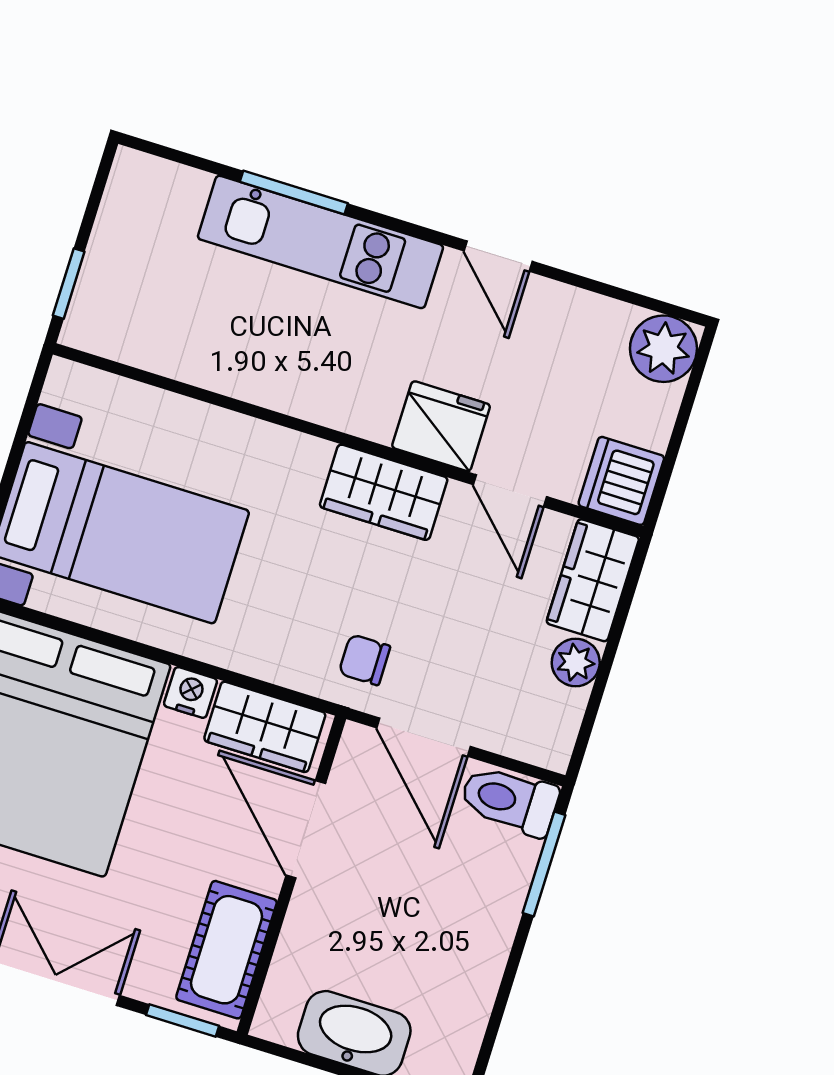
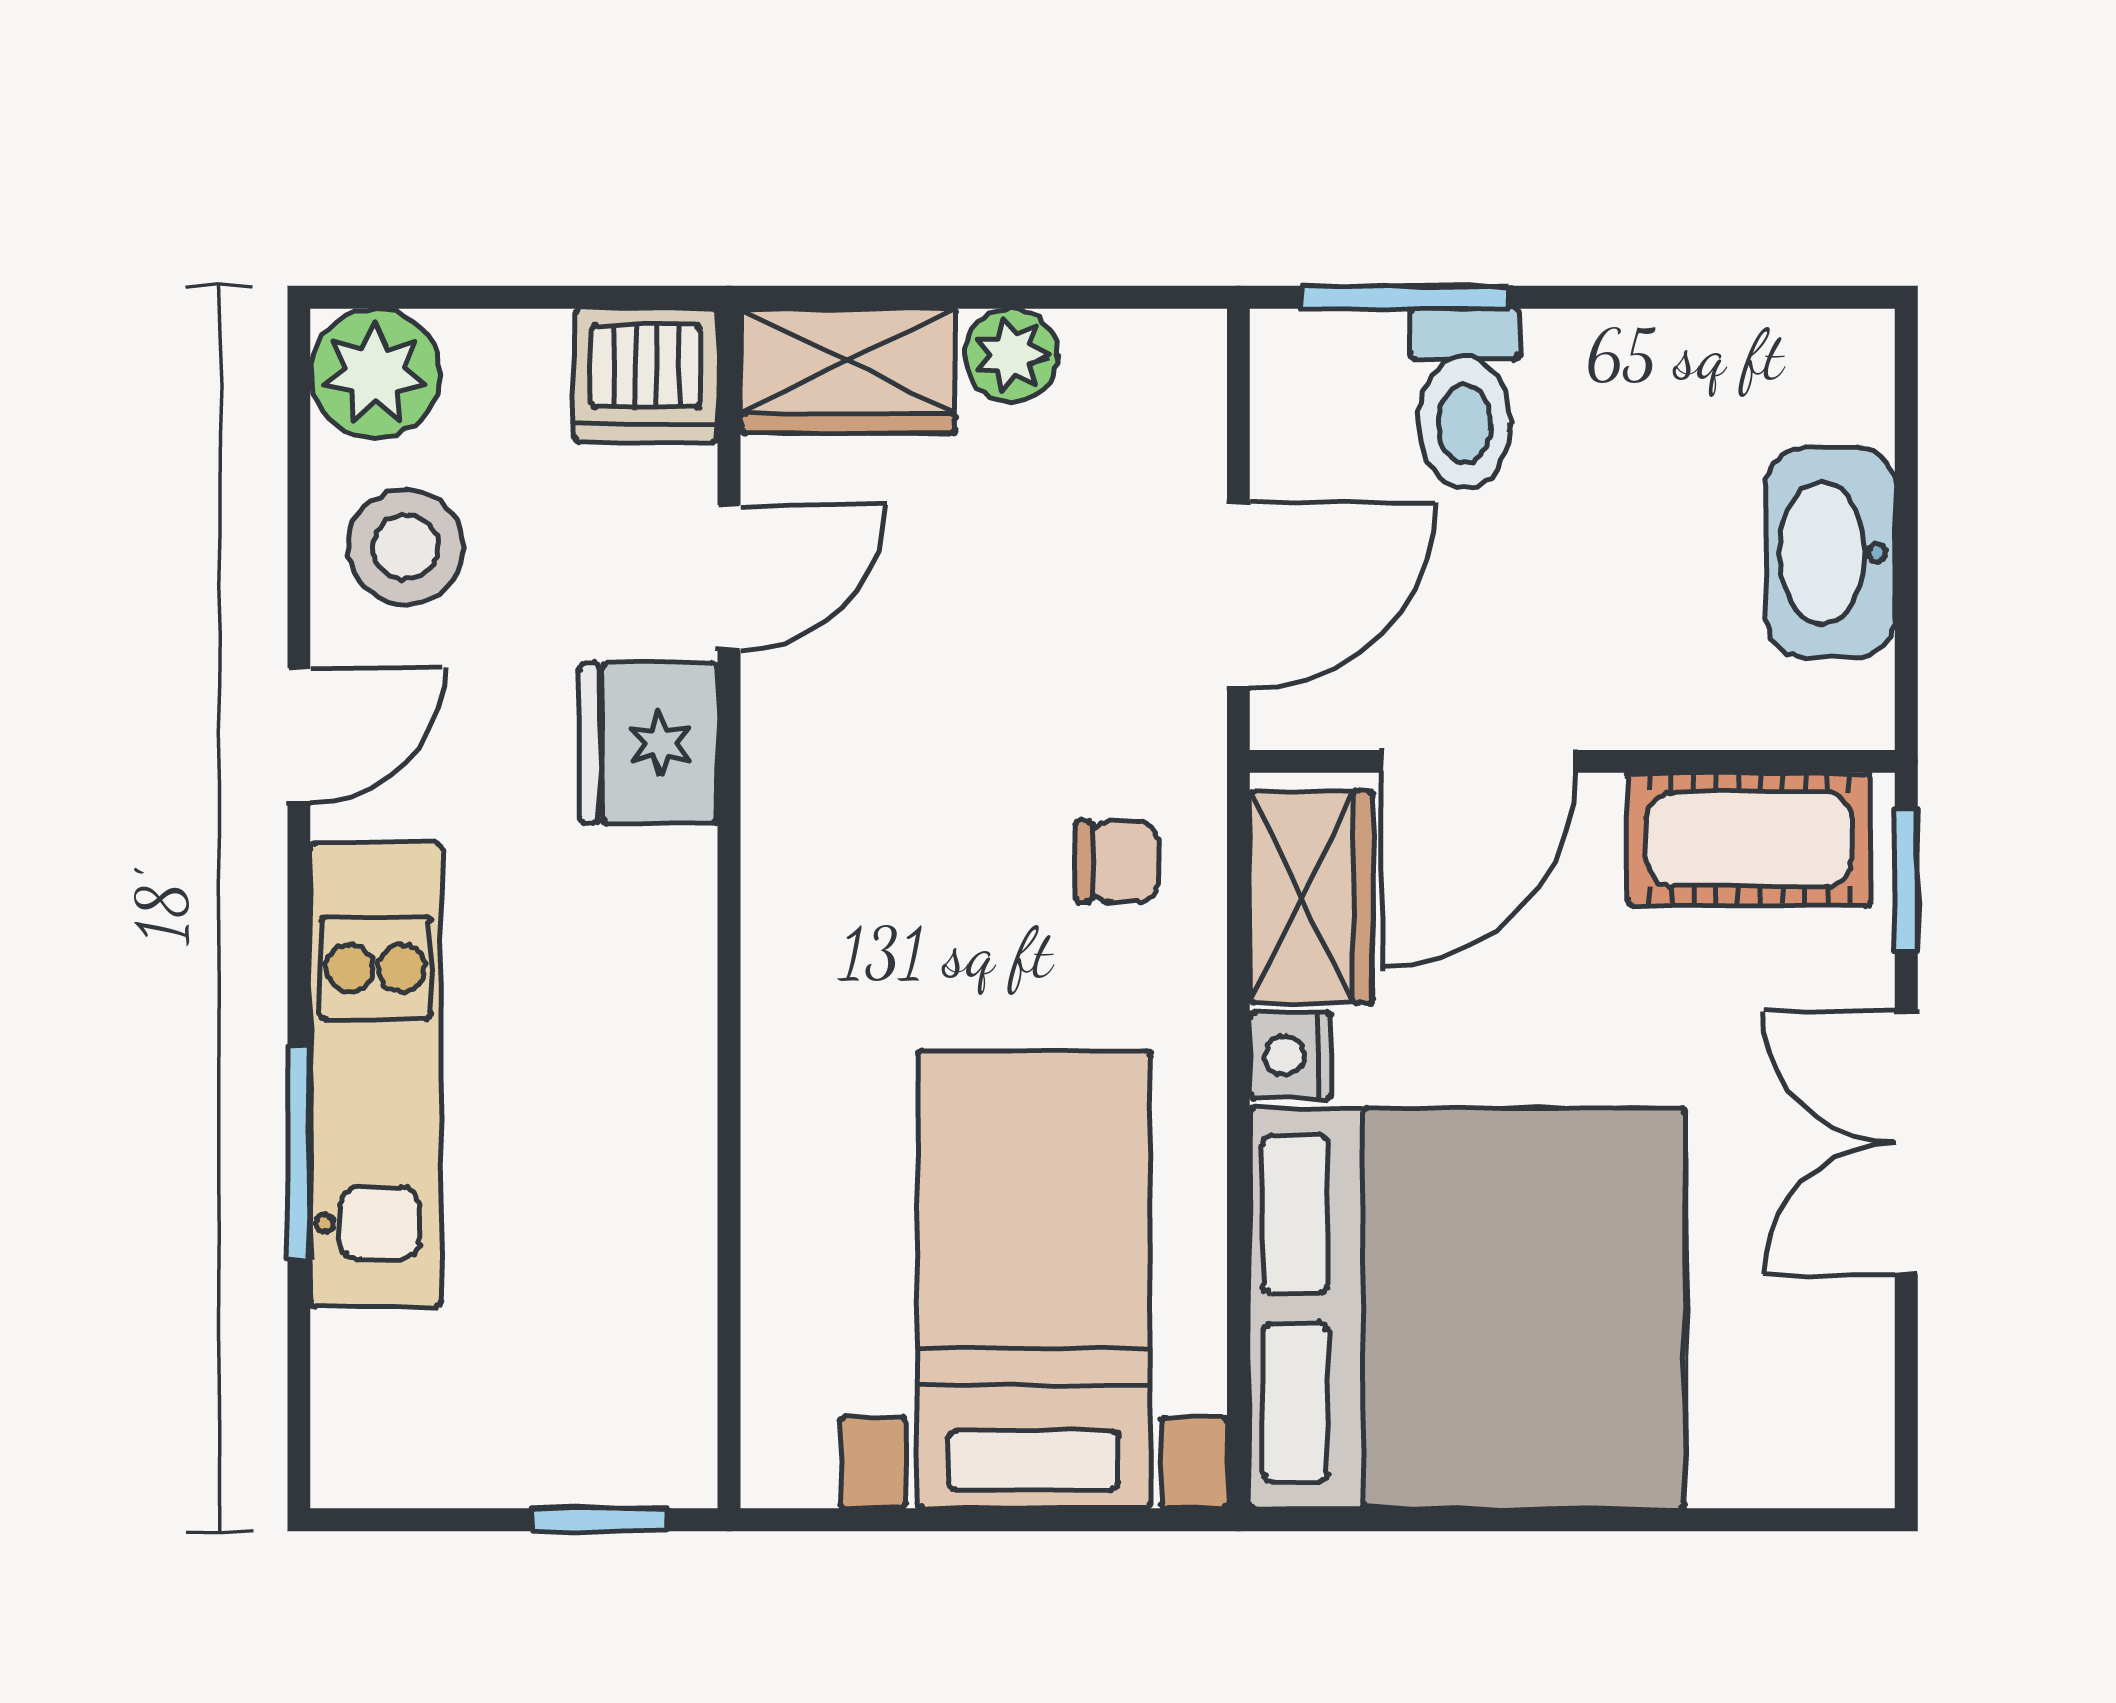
stool: (574, 337) -> (406, 547), added
wardrobe: (384, 492) -> (805, 812), removed
chair: (364, 660) -> (1116, 861), moved, turned -90
toilet: (509, 800) -> (1465, 399), moved

